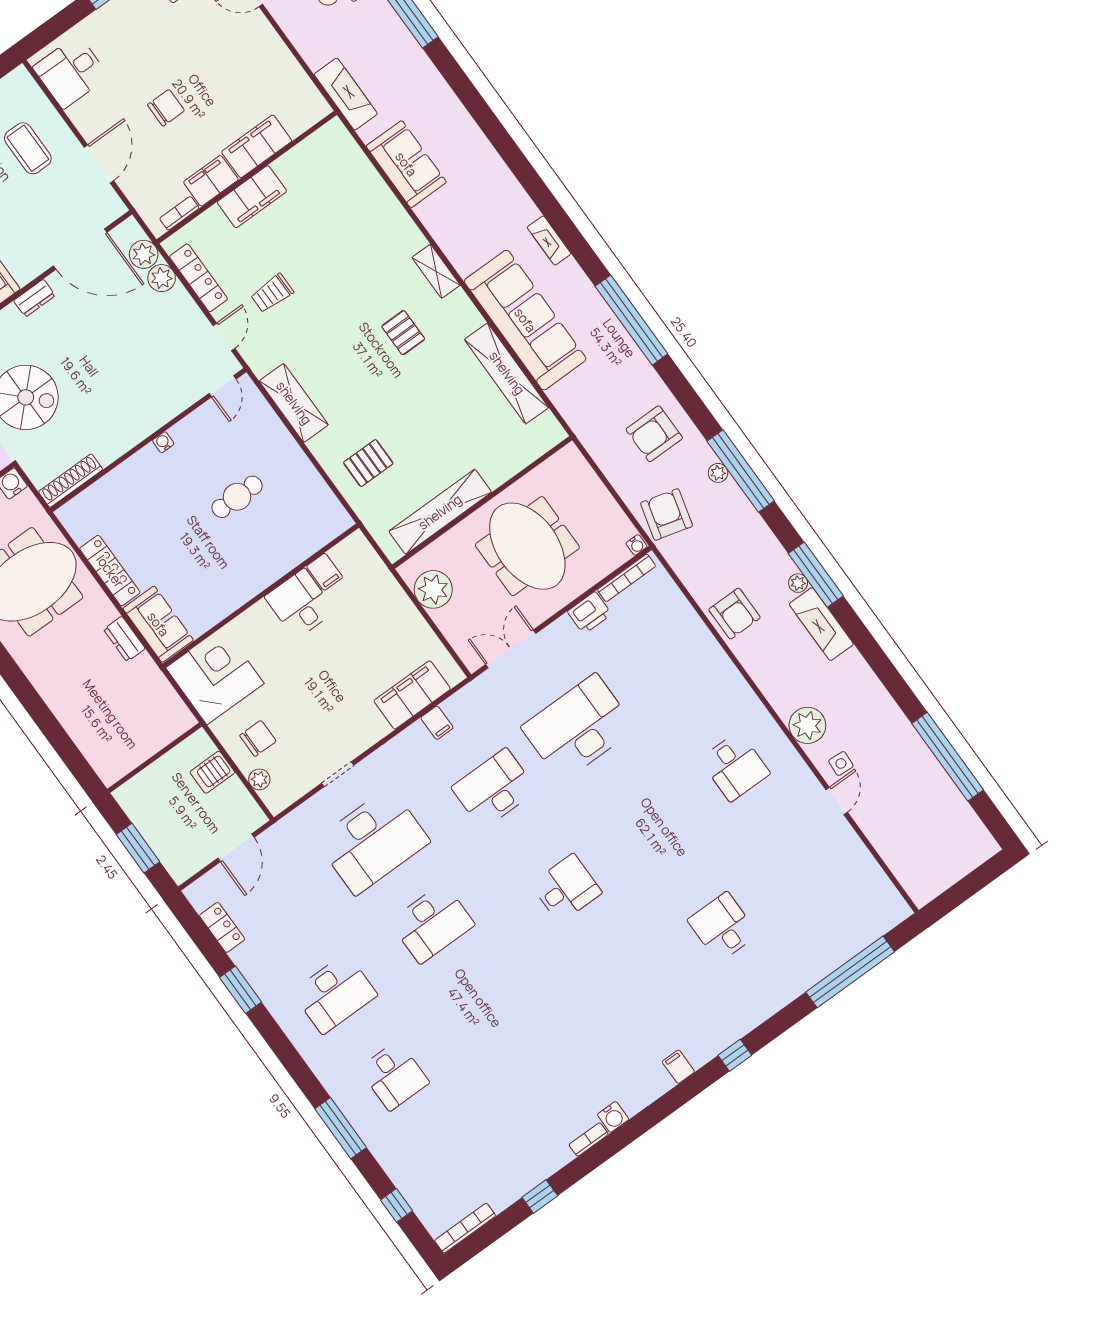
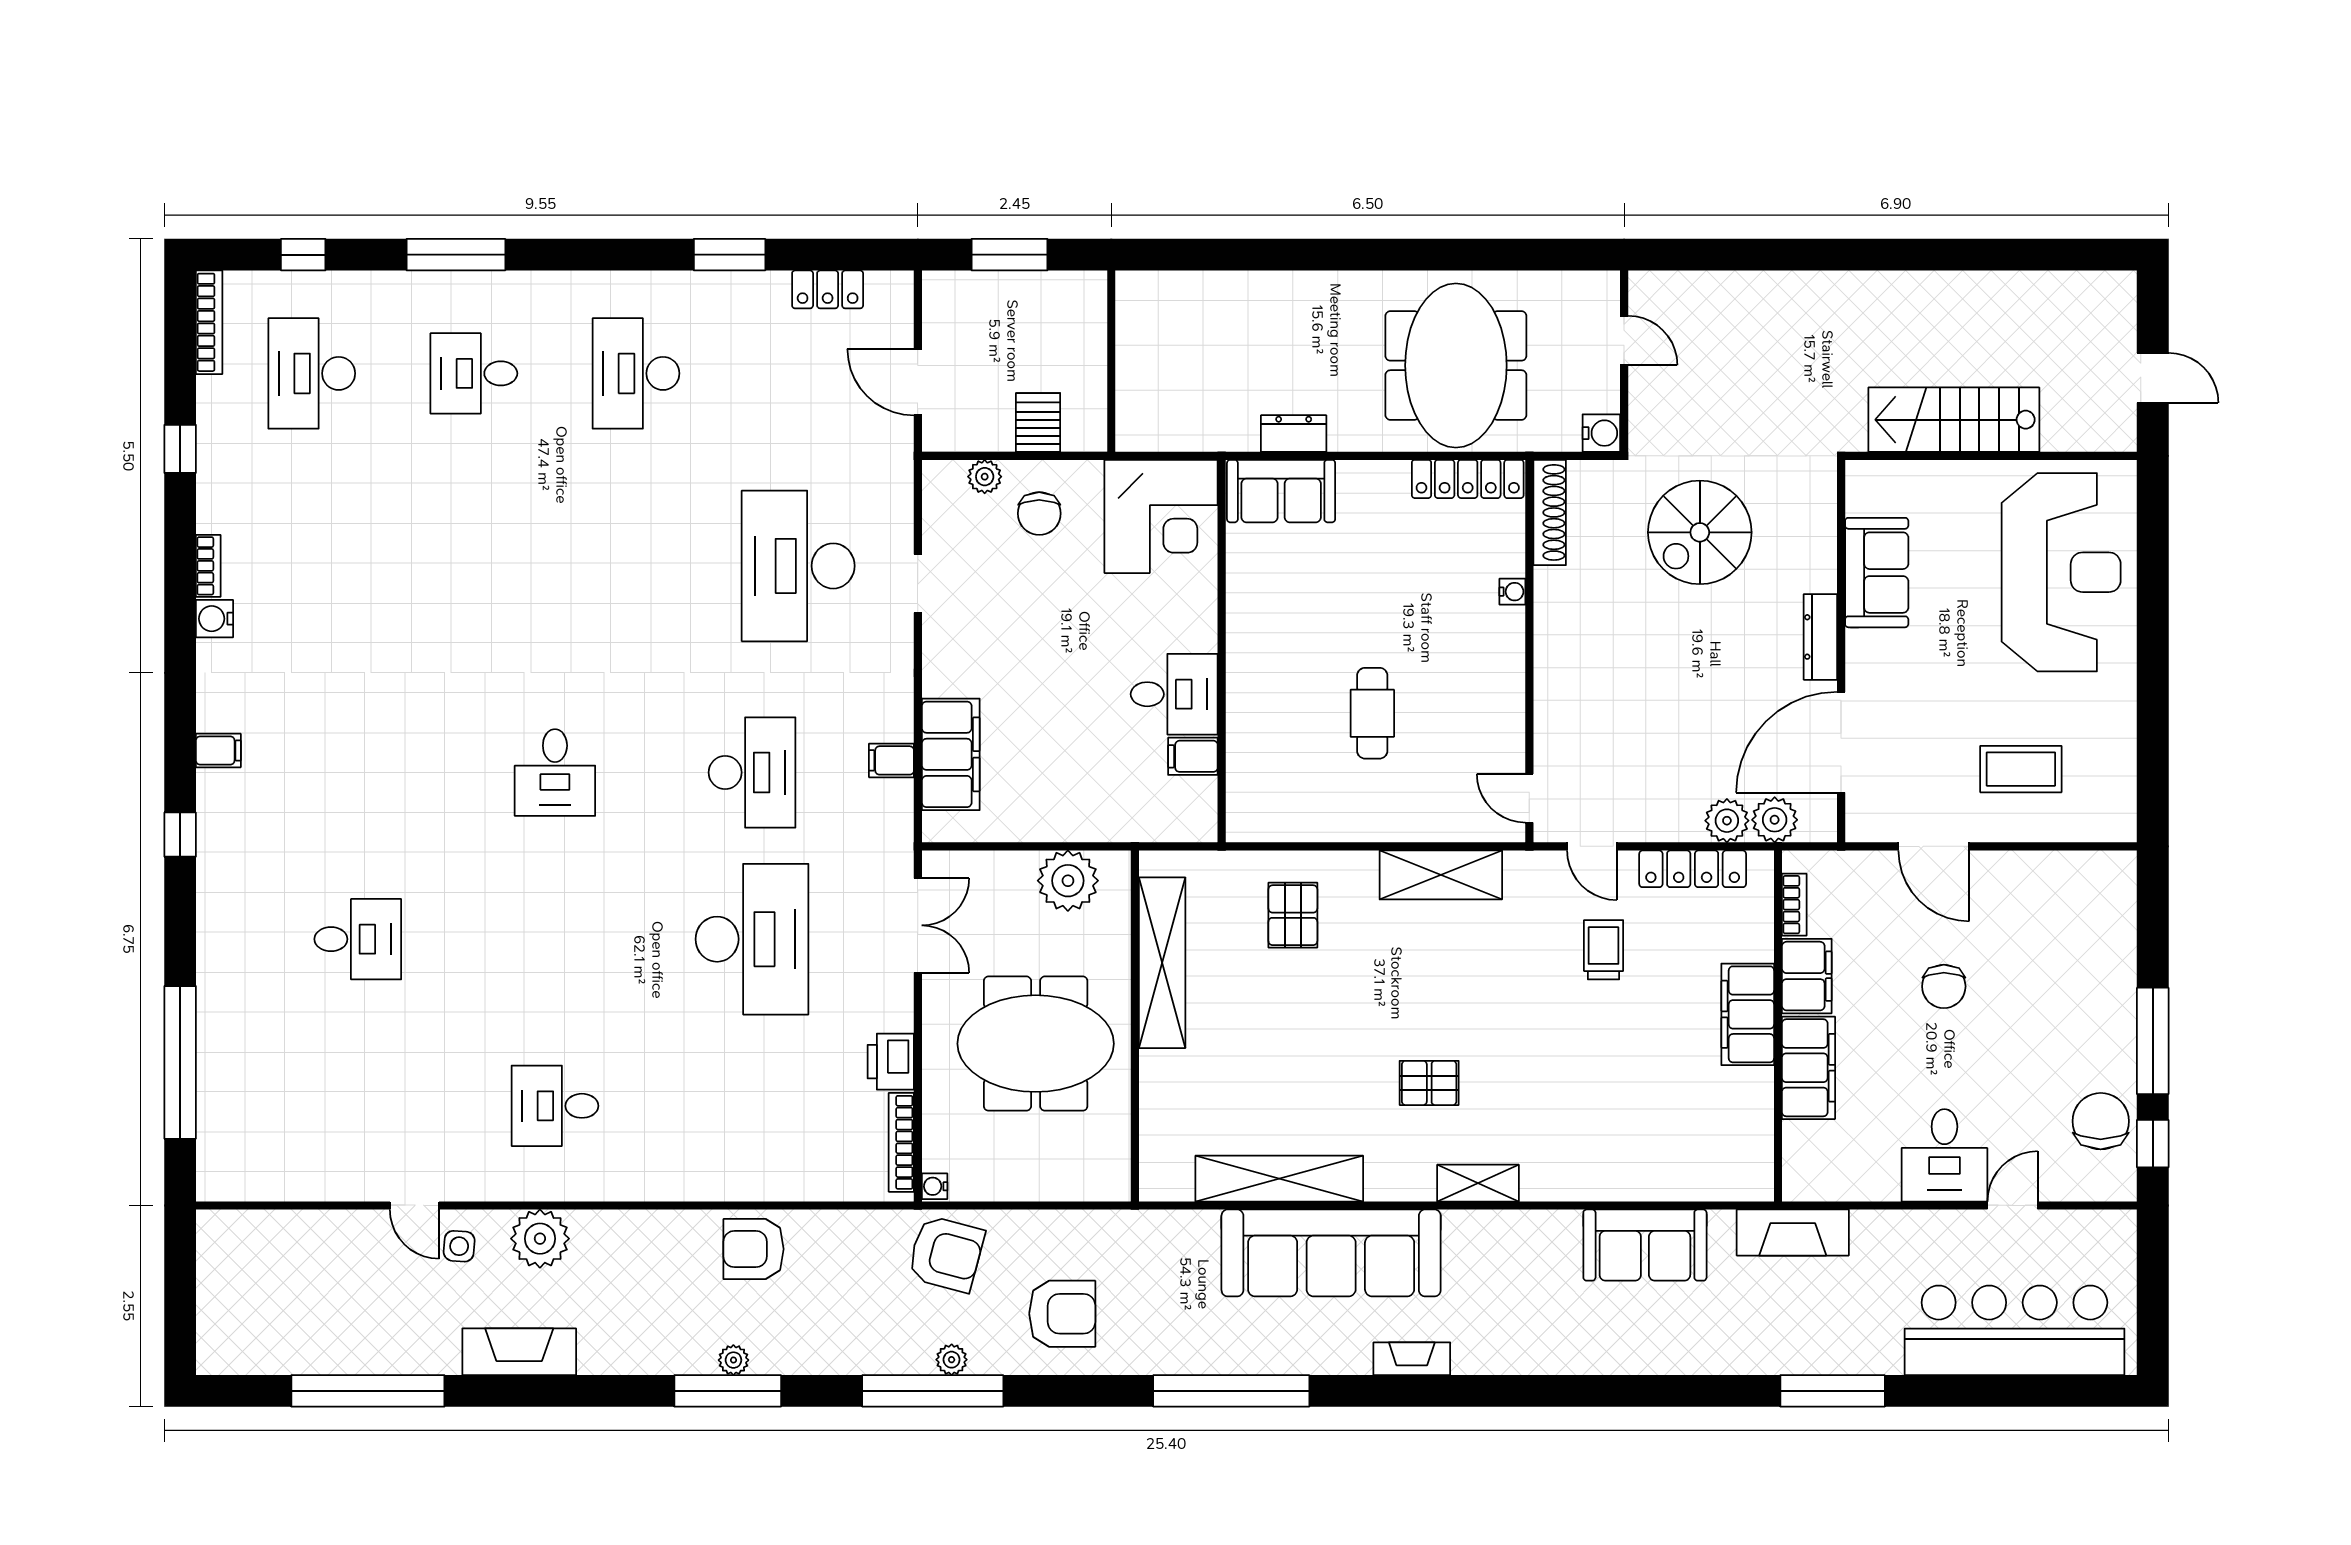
desk: (71, 72) -> (1944, 1155), moved, turned 180
dresser: (34, 298) -> (1820, 637), width x1.44
armchair: (654, 434) -> (1062, 1314), turned 90
water cooler: (163, 442) -> (1512, 592), moved
locker: (110, 571) -> (1468, 479), moved
fireplace: (821, 624) -> (519, 1352), moved
desk: (432, 923) -> (312, 373), moved

